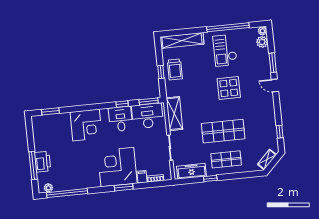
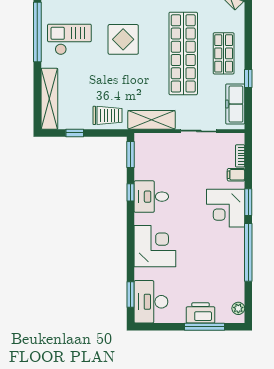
checkout: (225, 50) -> (69, 39), turned 180
trolley: (175, 69) -> (107, 115), moved
window: (161, 72) -> (75, 133), moved
desk: (147, 116) -> (151, 302), moved
shop shelf: (223, 131) -> (183, 53), width x1.40
corner desk: (117, 167) -> (226, 208), width x0.74, depth x0.74
window: (67, 193) -> (248, 252), moved

